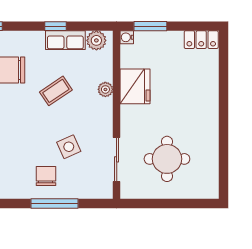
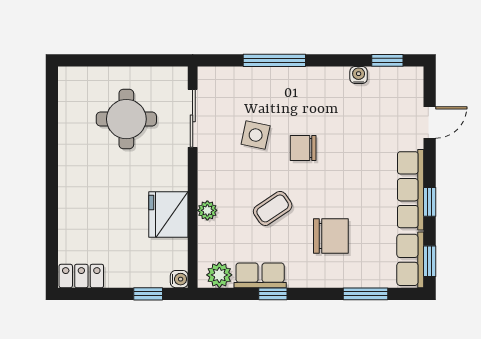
window: (150, 26) -> (148, 294), width x0.67
side table: (69, 147) -> (256, 135), turned 36
chair: (46, 176) -> (303, 148), moved, turned 90

